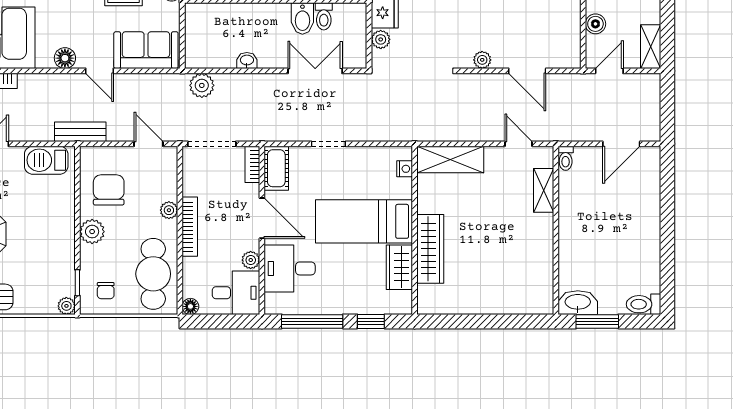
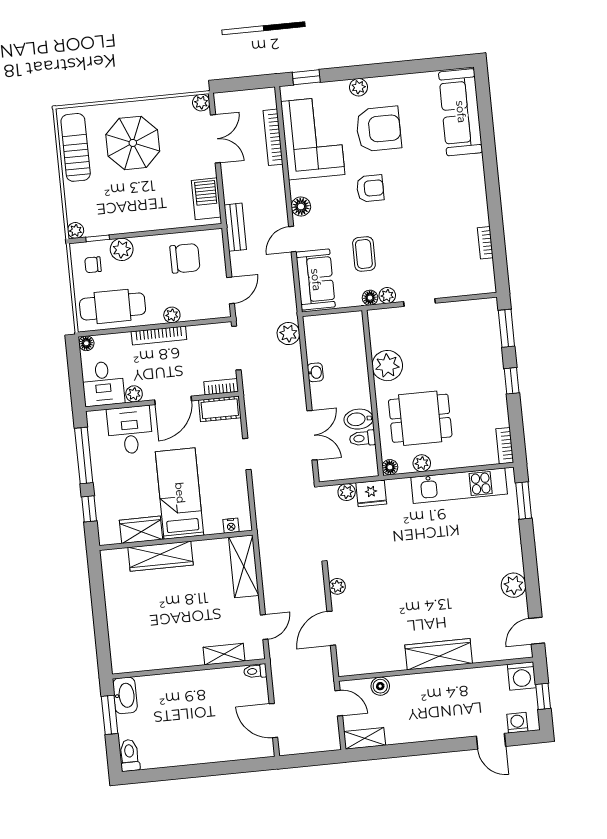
plant: (92, 232) -> (122, 249), moved

